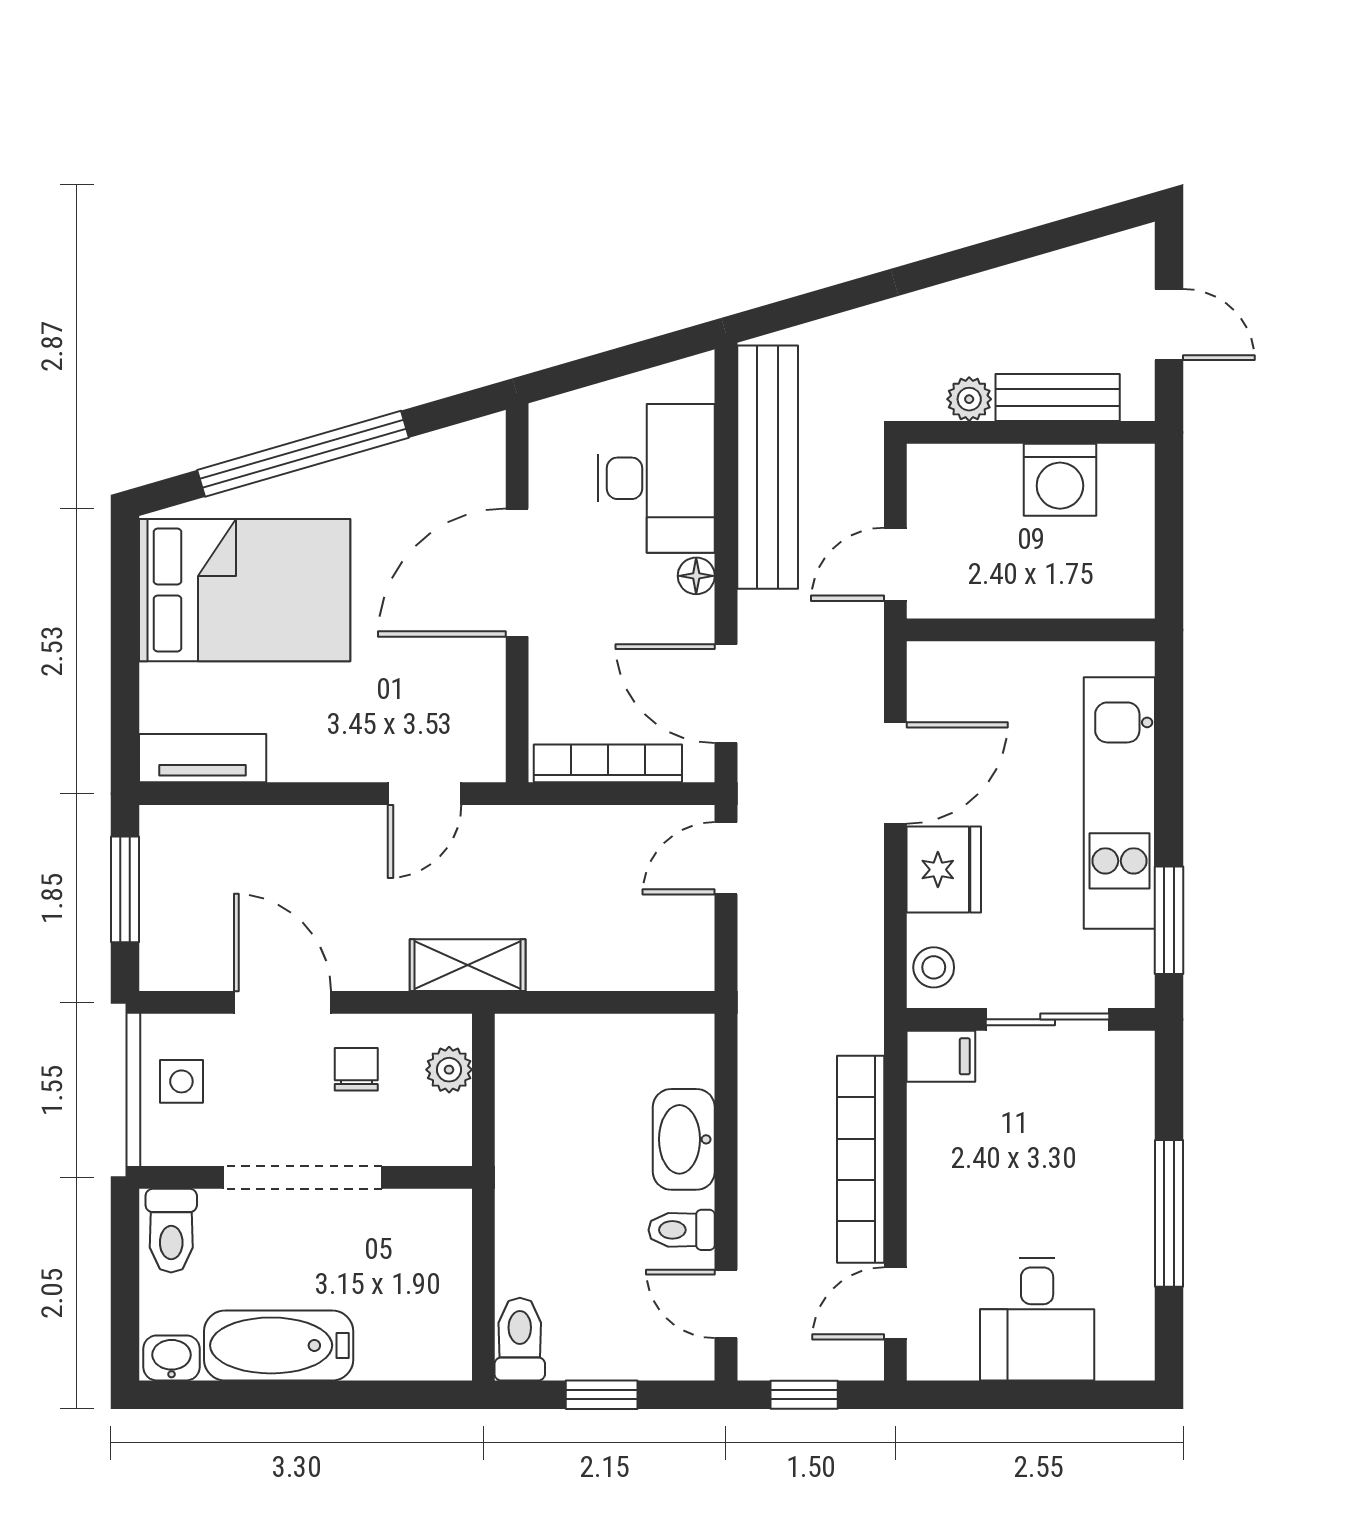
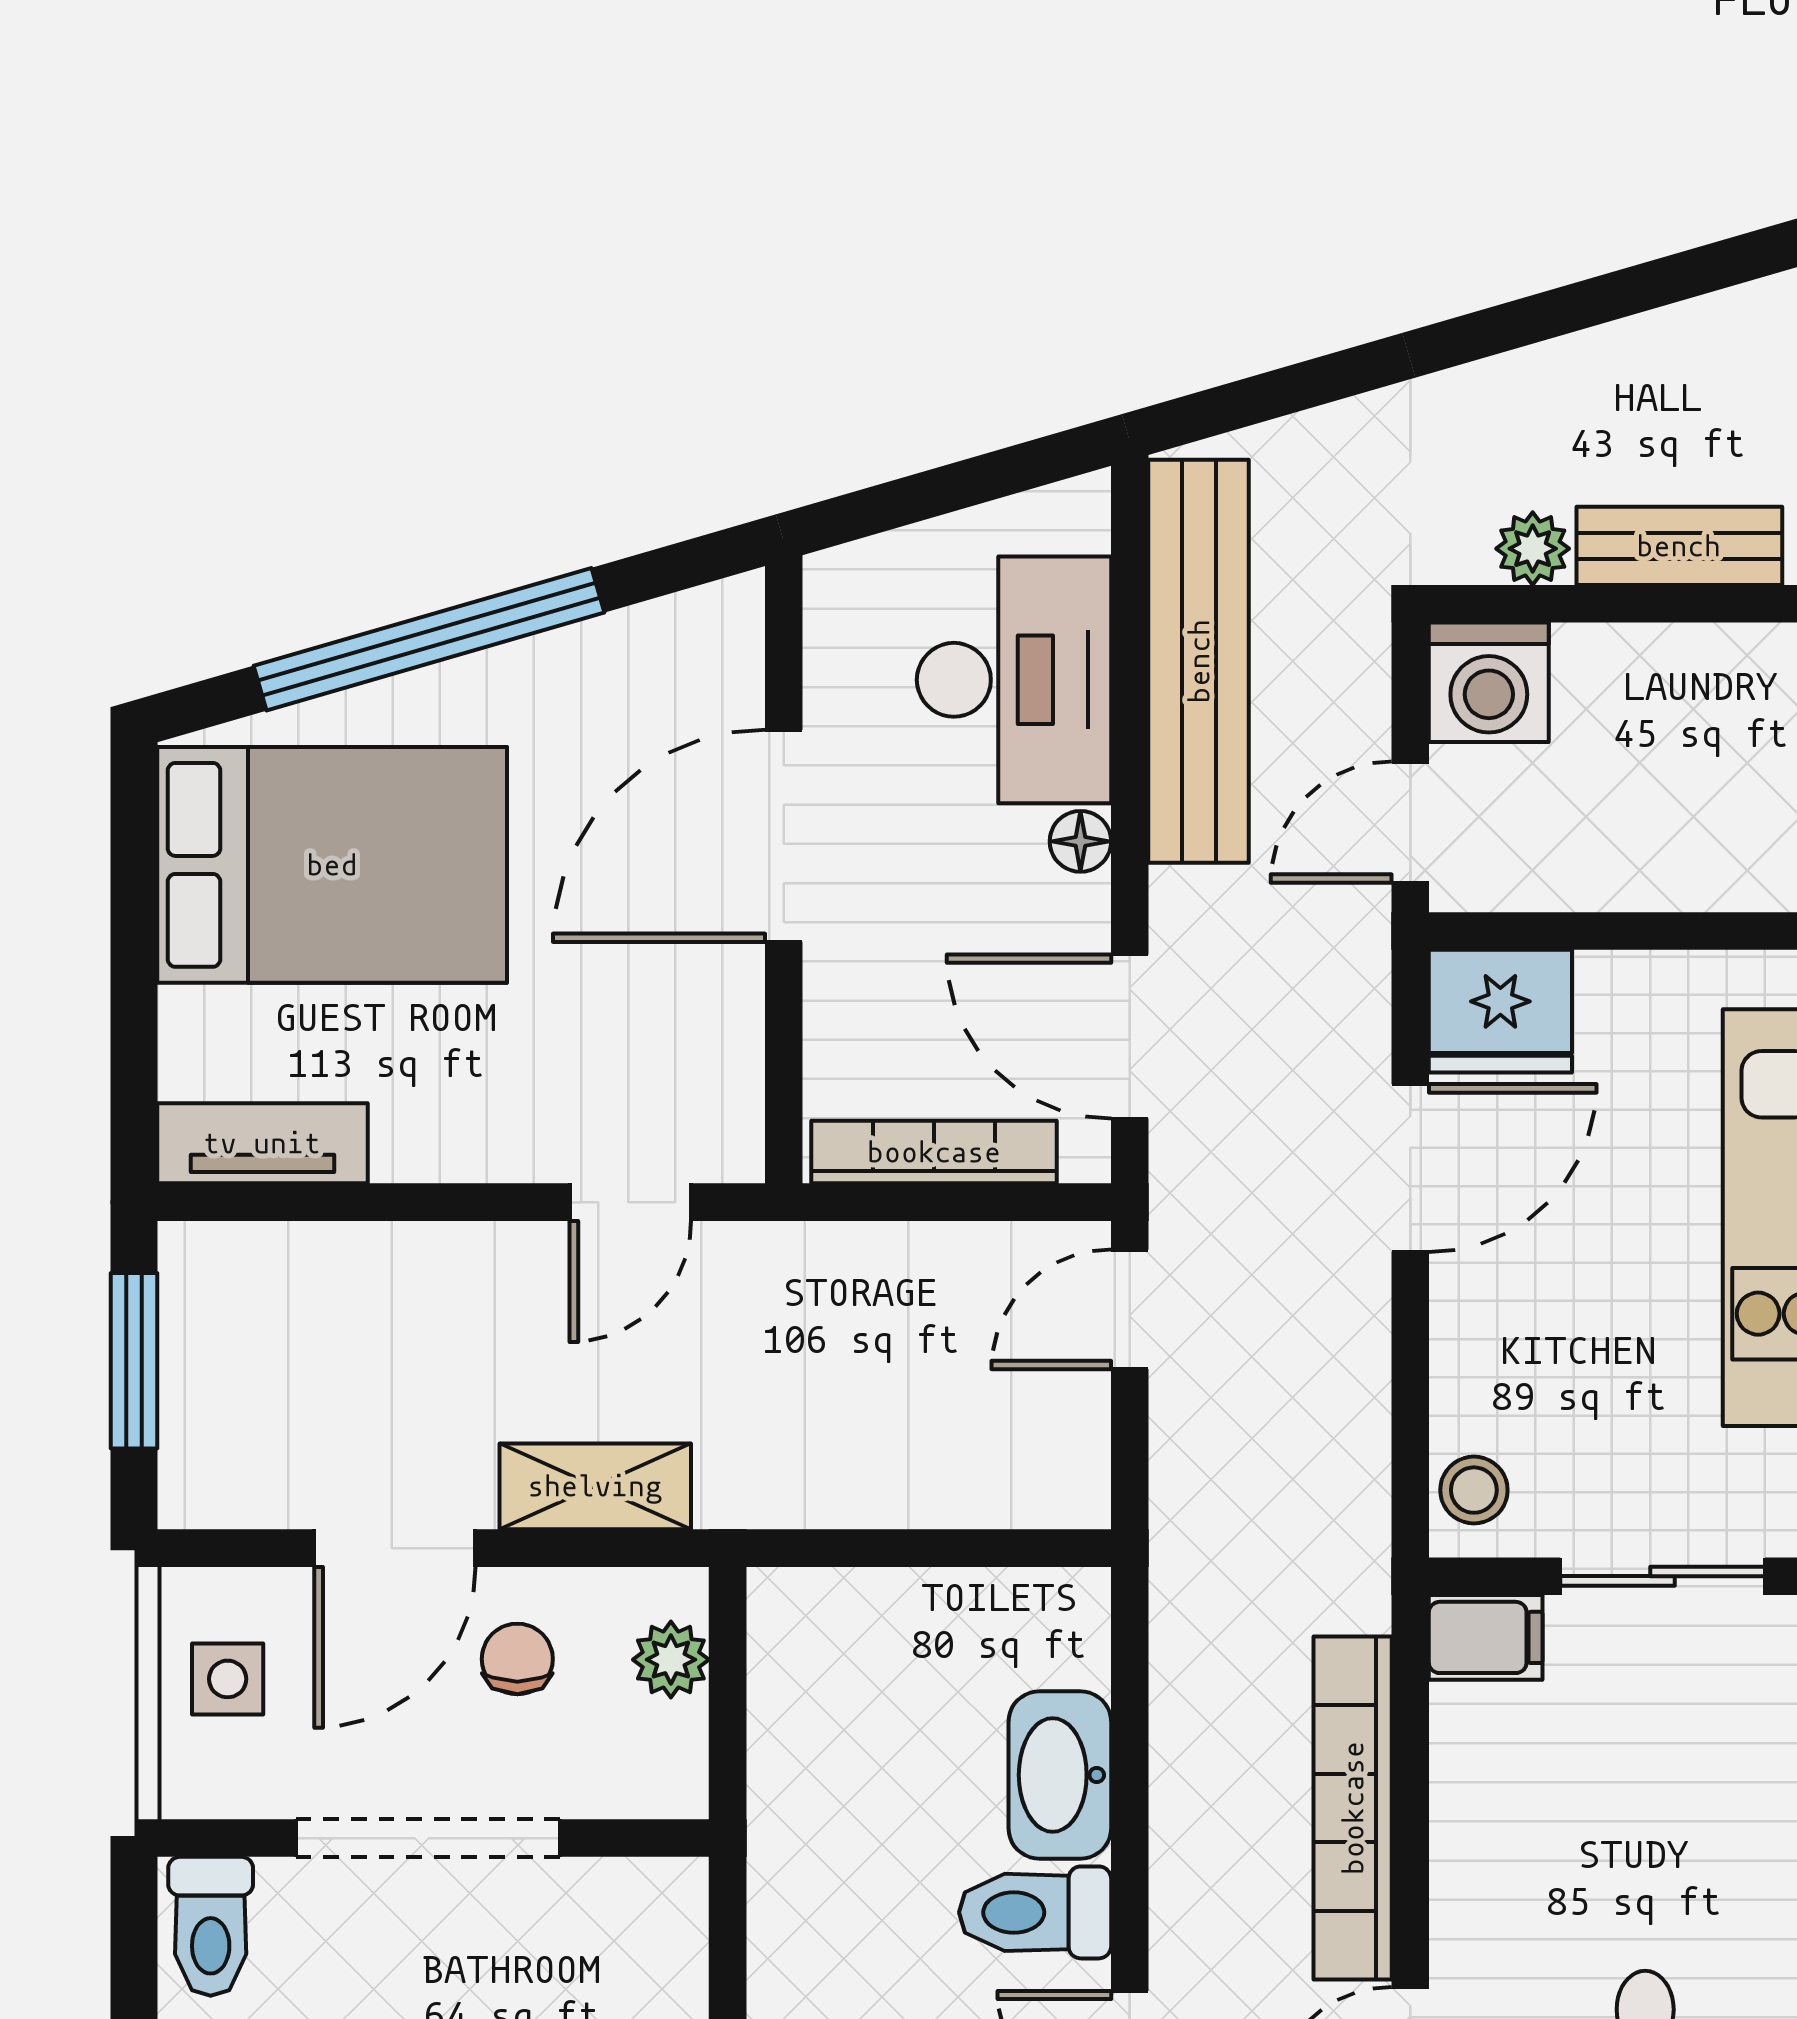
washing machine: (1060, 480) -> (1489, 682), moved
fridge: (944, 870) -> (1500, 1011), moved, turned 90
shelving: (468, 965) -> (595, 1486), moved
door: (282, 1002) -> (395, 1548), swing flipped
toilet: (682, 1230) -> (1035, 1912), width x1.37, depth x1.39

